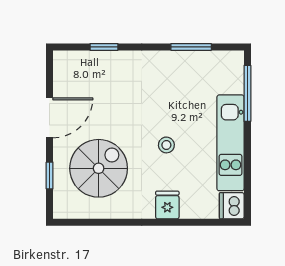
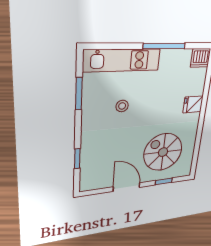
window: (247, 93) -> (164, 46), moved
kitchen unit: (231, 143) -> (122, 60), moved
stool: (166, 145) -> (122, 106), moved

